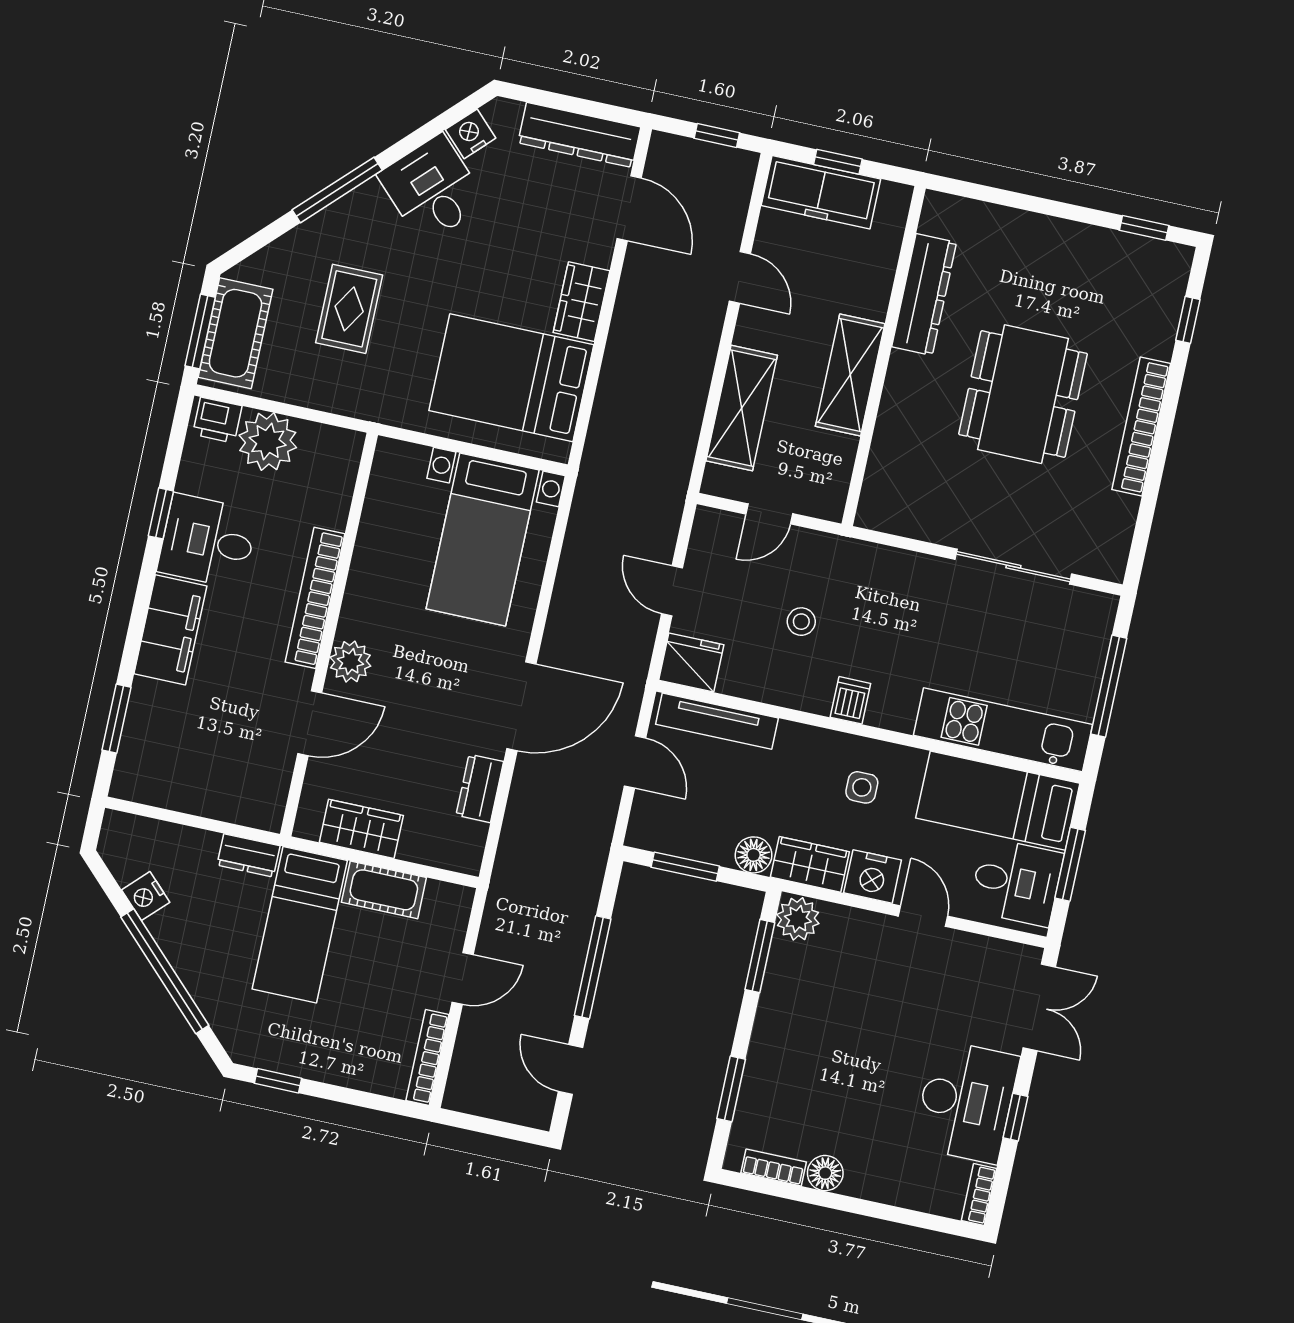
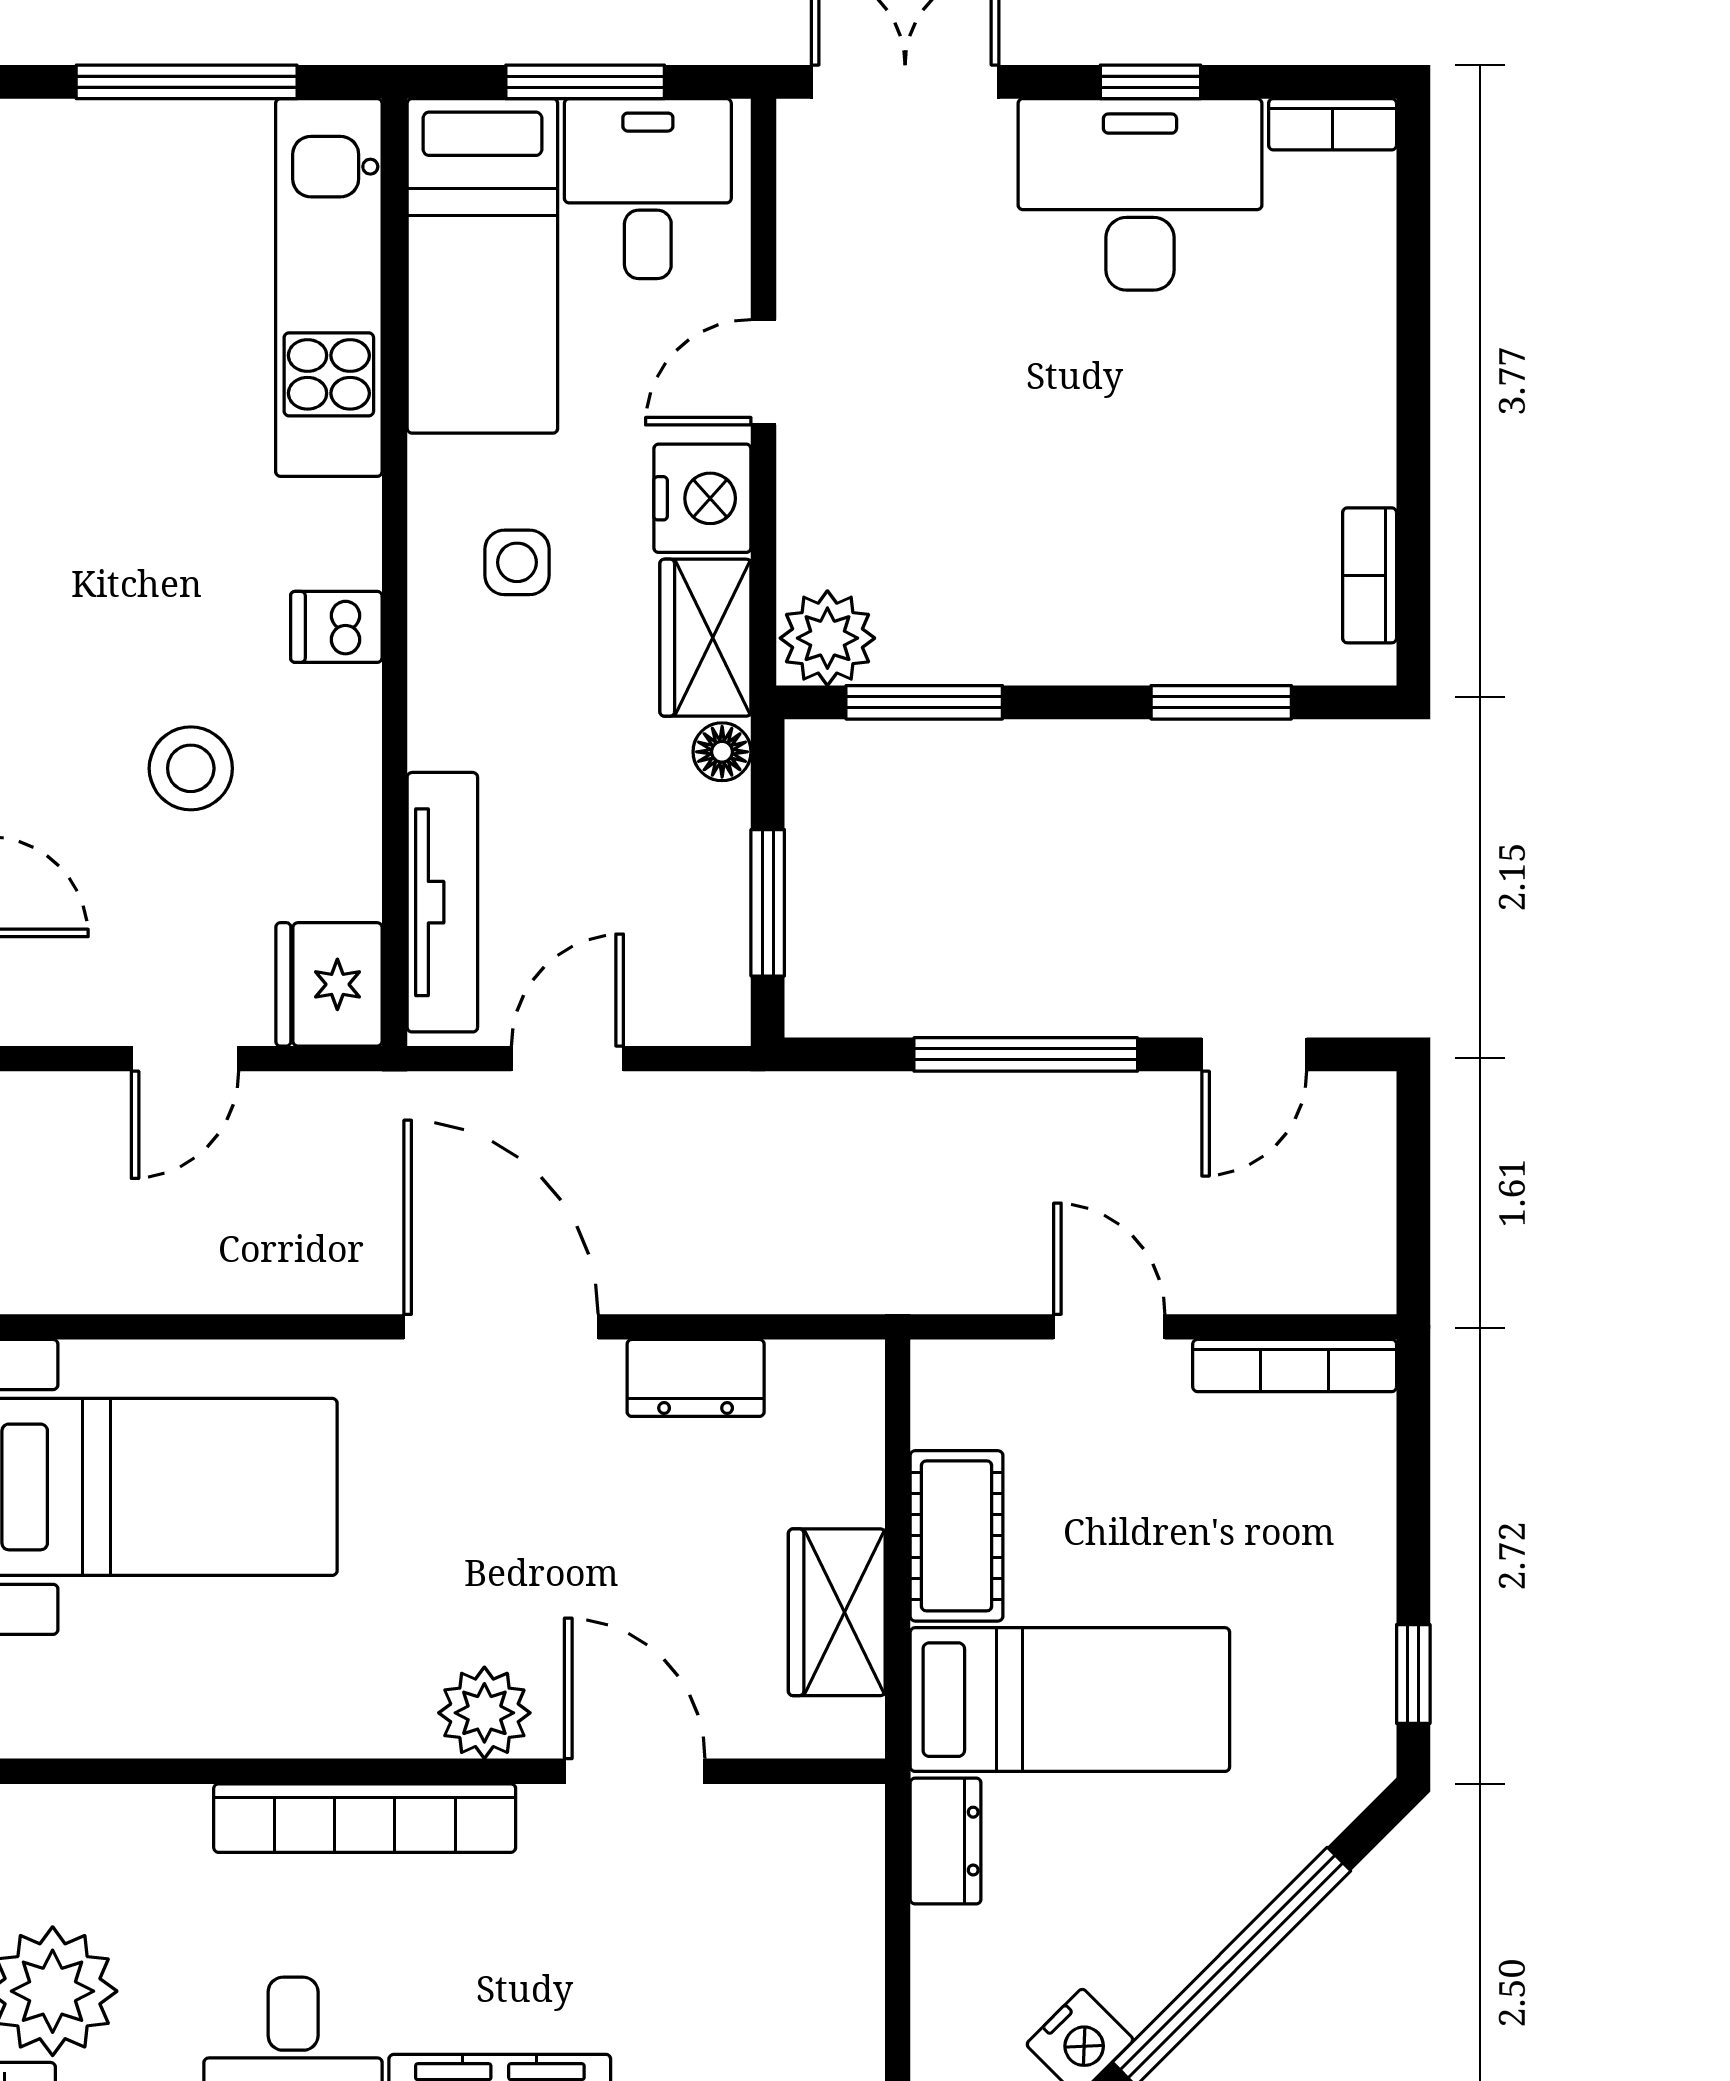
stool: (801, 622) -> (191, 768), width x1.37, depth x1.37
floor lamp: (754, 855) -> (722, 752), width x0.73, depth x0.73
floor lamp: (825, 1173) -> (1358, 462), removed

